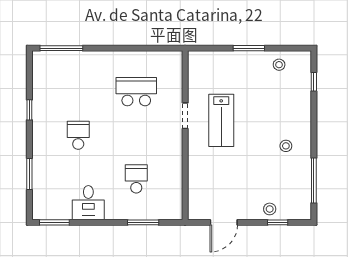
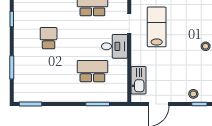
lab bench: (221, 120) -> (157, 27), turned 180
school desk: (136, 179) -> (92, 71), width x1.85
kitchen sink: (197, 191) -> (139, 80), added
desk: (88, 203) -> (114, 46), moved, turned -90

